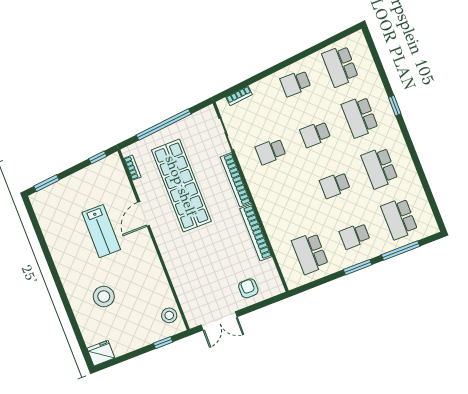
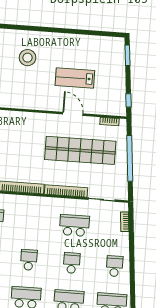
school desk: (271, 151) -> (74, 225), width x1.85

